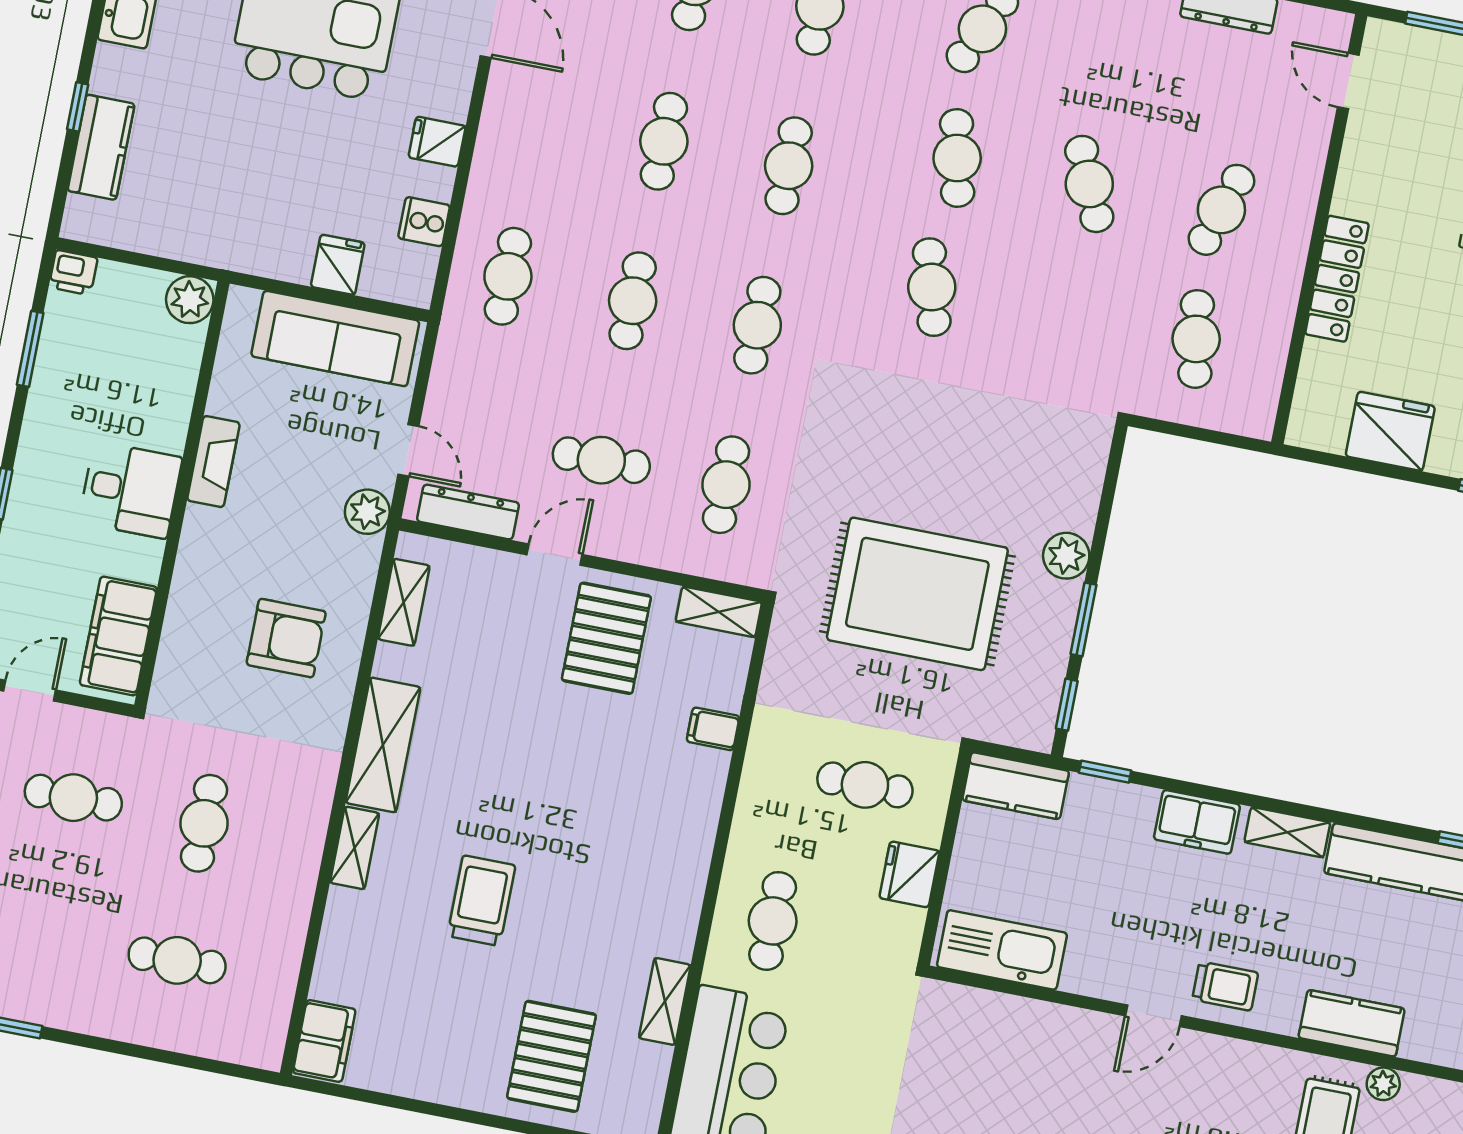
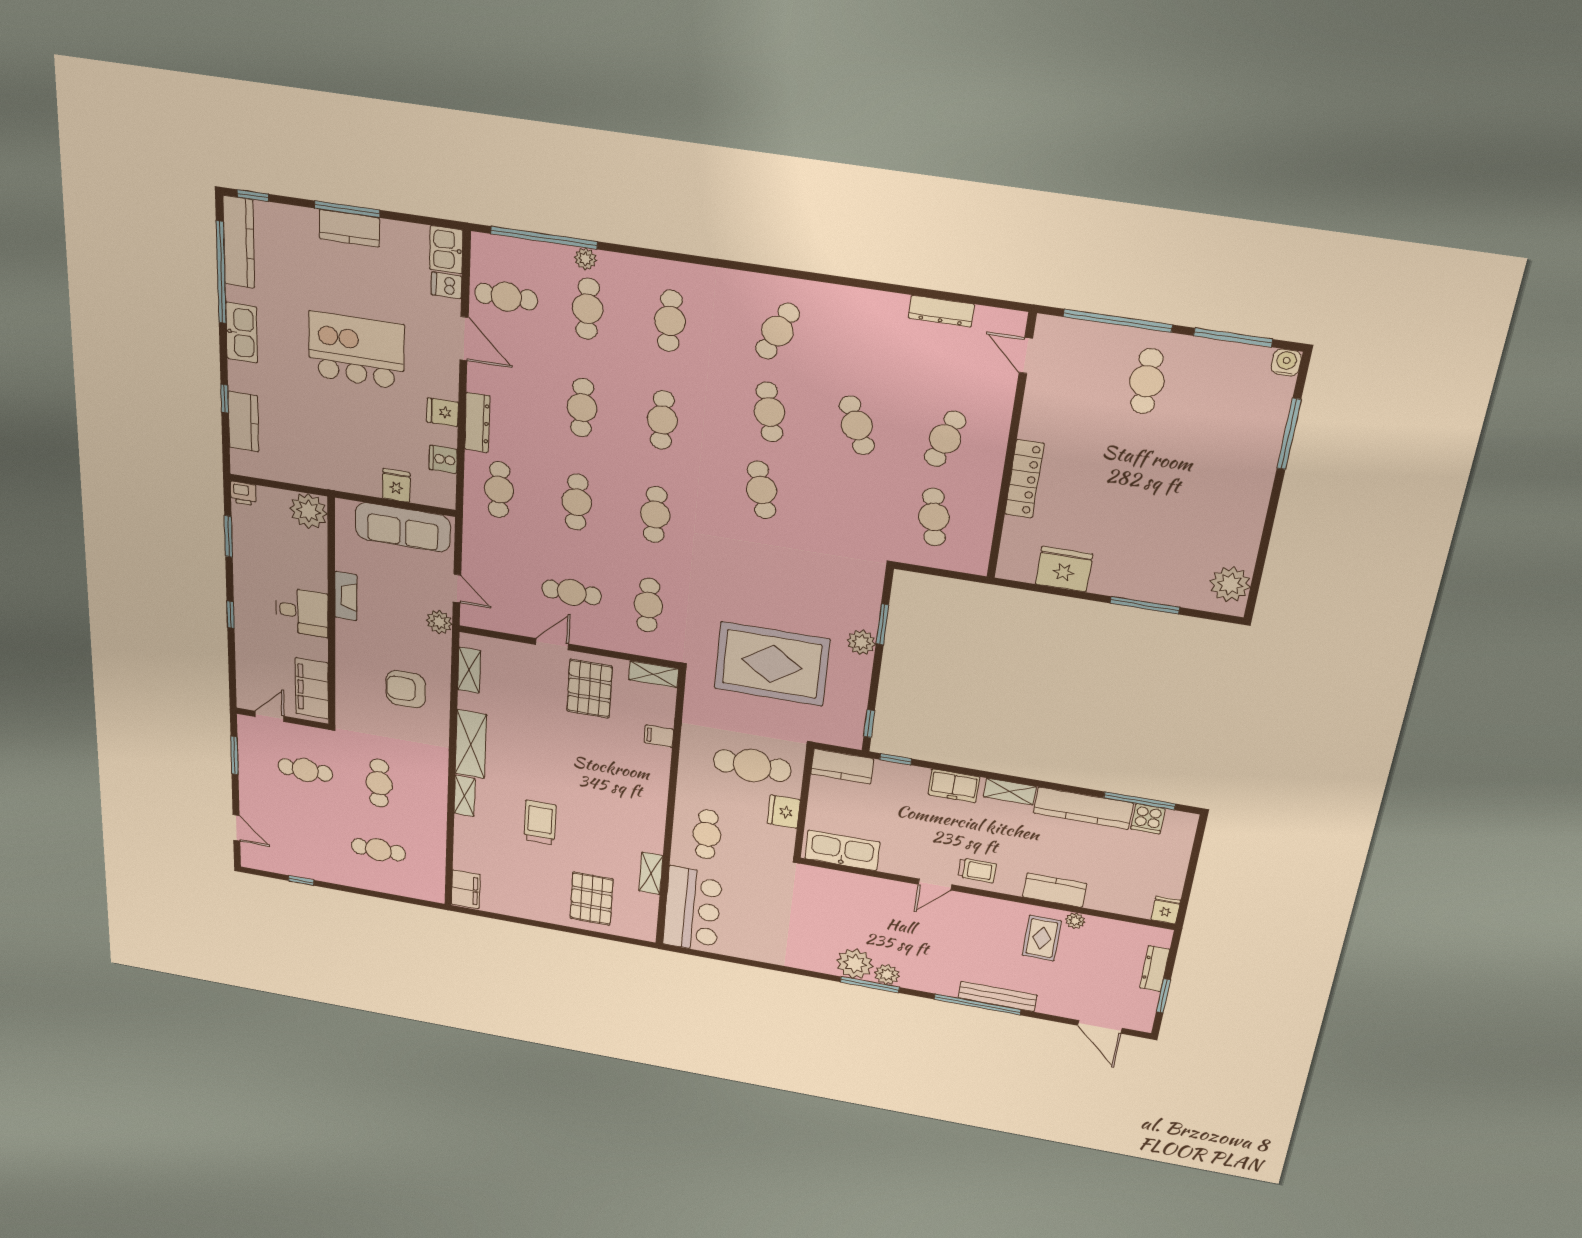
plant: (190, 300) -> (309, 511), width x1.36, depth x1.36
dresser: (468, 512) -> (477, 423), moved, turned 90
window: (1083, 619) -> (882, 624), moved
armchair: (286, 638) -> (406, 689), turned 180
cafe table: (865, 785) -> (752, 766), width x1.37, depth x1.35

